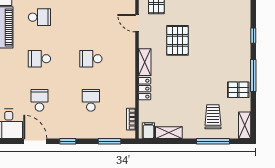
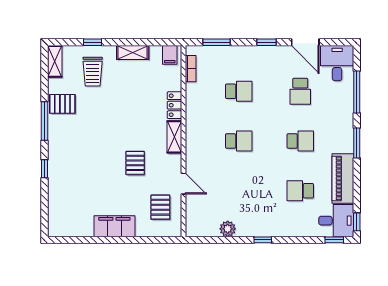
pallet: (177, 40) -> (135, 163), width x0.67, depth x0.71
school desk: (91, 100) -> (239, 91), turned -90
shelving: (169, 133) -> (133, 52), moved
window: (213, 141) -> (92, 42), width x0.46

